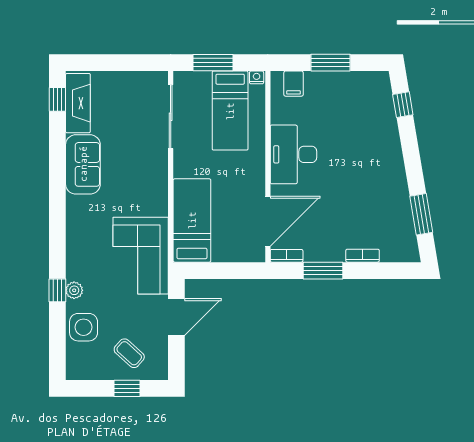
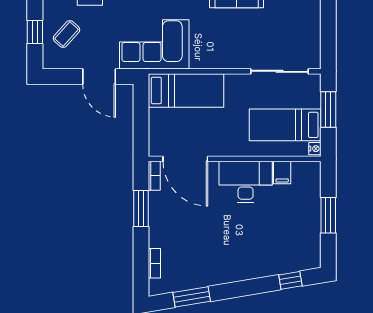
filing cabinet: (294, 84) -> (282, 172), moved, turned -90
bookcase: (363, 256) -> (154, 263), moved

